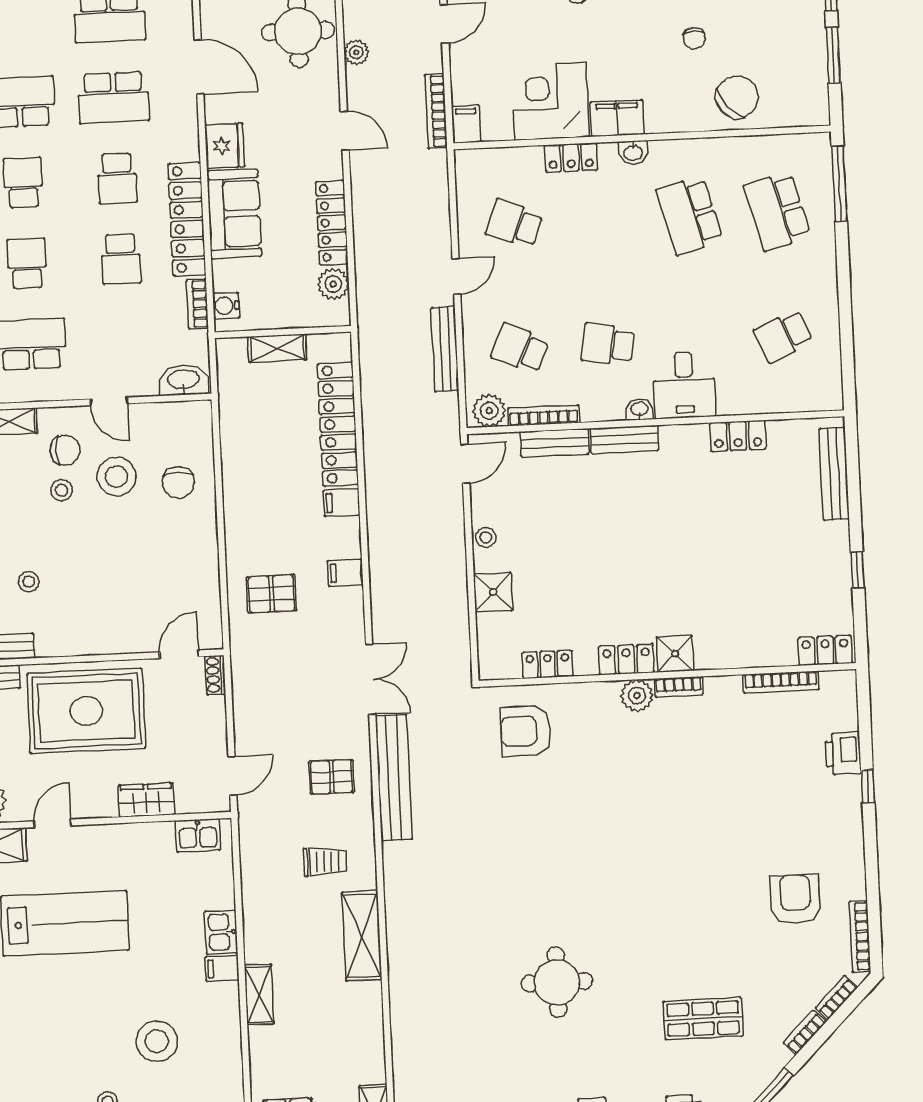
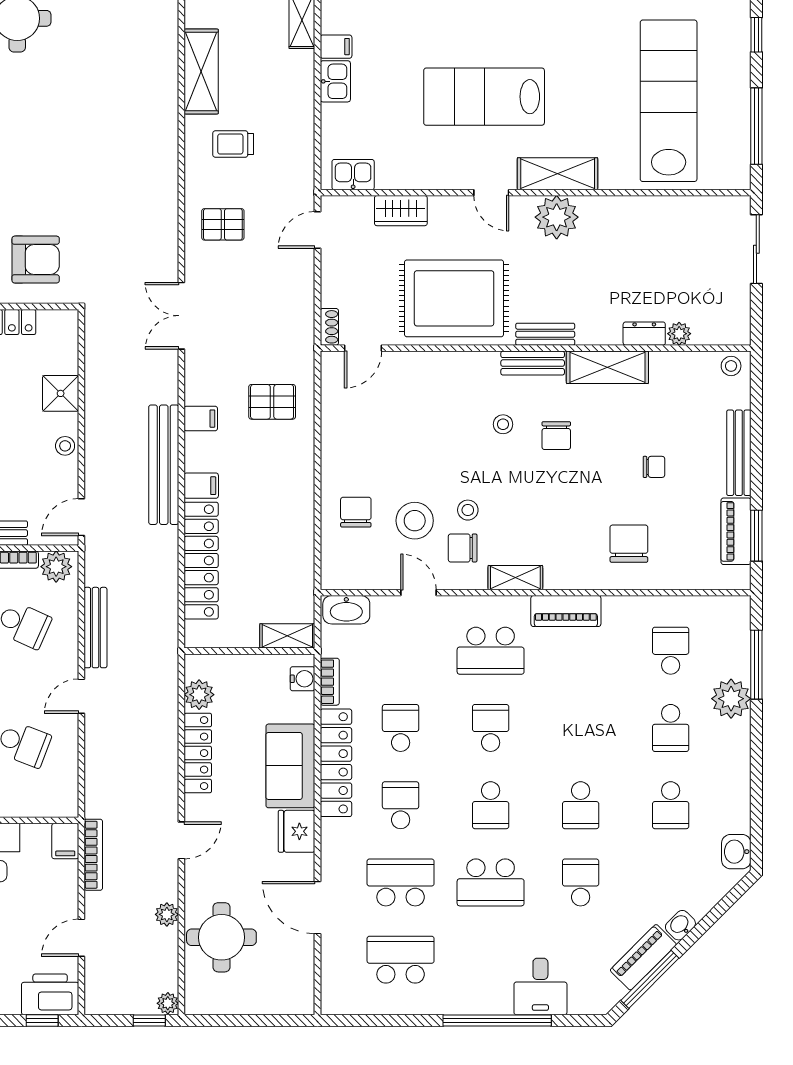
door: (345, 131) -> (181, 840), swing flipped
school desk: (27, 263) -> (491, 728), turned 180
shelving: (277, 348) -> (287, 636), moved
bench: (394, 778) -> (164, 465), moved
door: (53, 823) -> (491, 193), hinge flipped

